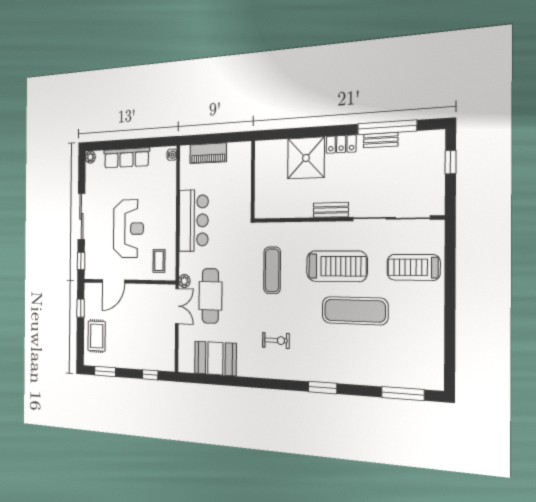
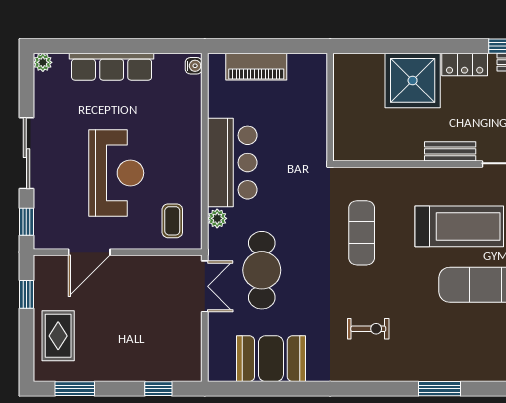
plant: (184, 281) -> (217, 218), moved

